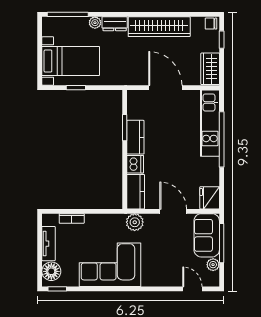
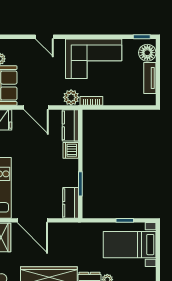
door: (165, 88) -> (32, 220), moved
kitchen counter: (135, 137) -> (71, 203), moved
bookcase: (72, 218) -> (91, 101), moved
door: (192, 289) -> (44, 37), moved

